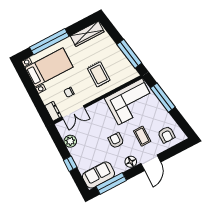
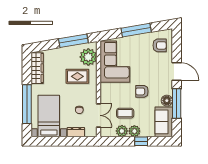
plant: (122, 75) -> (88, 57), added
window: (163, 98) -> (136, 30), moved
dresser: (53, 111) -> (76, 132), moved
coffee table: (142, 136) -> (125, 113), moved
plant: (76, 153) -> (134, 131), added
floor lamp: (131, 162) -> (167, 101), moved
window: (111, 183) -> (177, 104), moved

